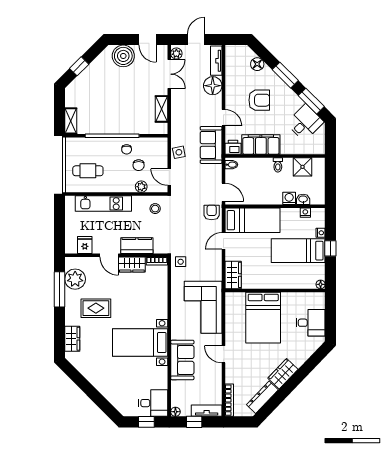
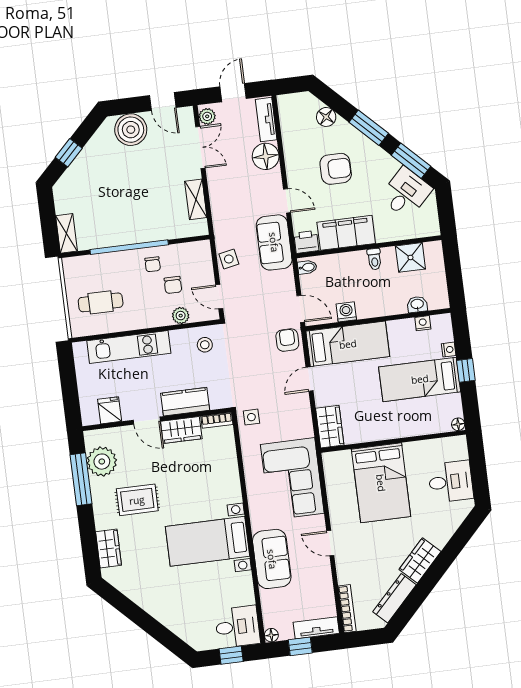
washing machine: (289, 198) -> (346, 312), moved

